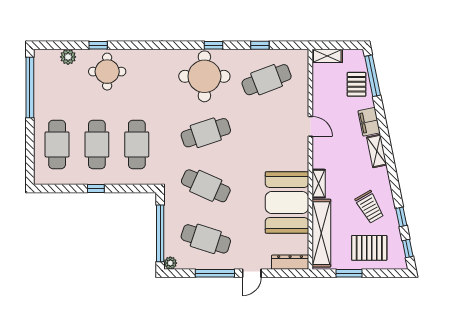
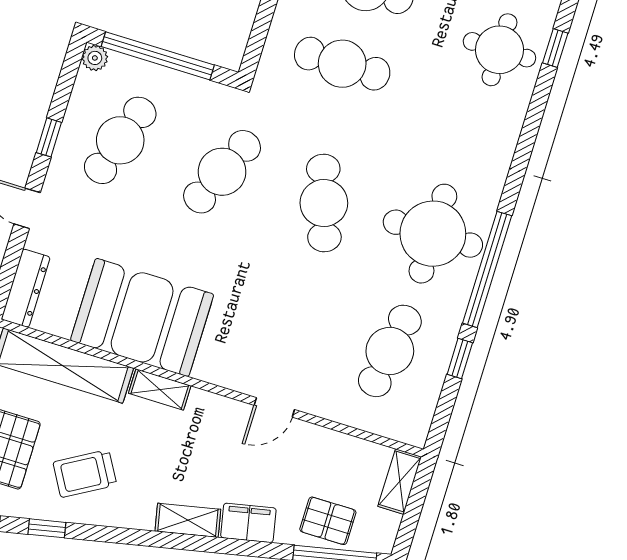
window: (214, 45) -> (487, 269), width x3.17
cafe table: (267, 80) -> (390, 351), turned 30
window: (215, 273) -> (49, 137), width x0.46

